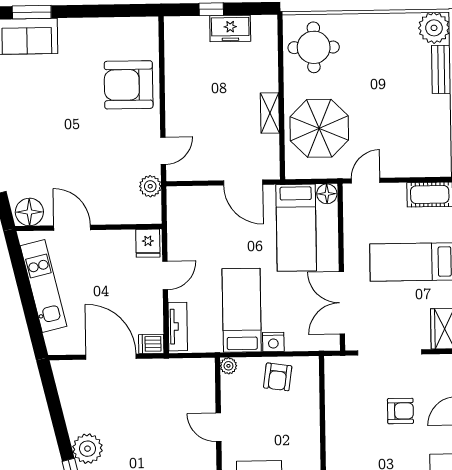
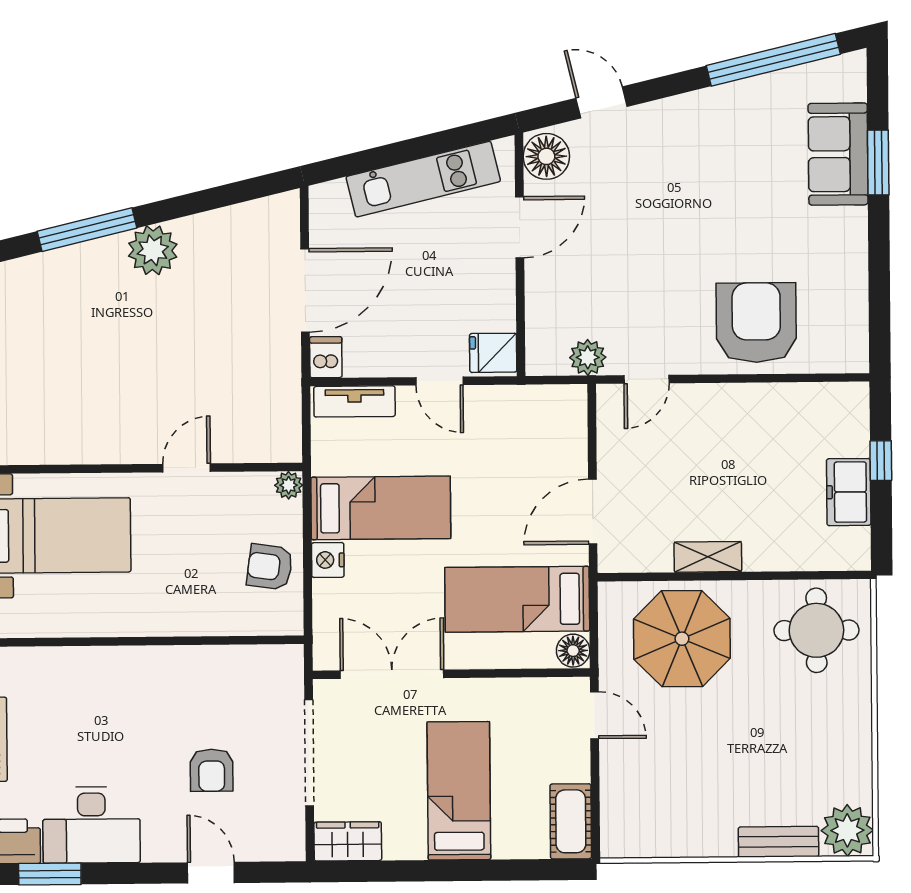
door: (163, 151) -> (646, 379), hinge flipped

